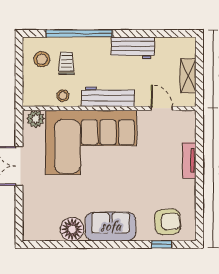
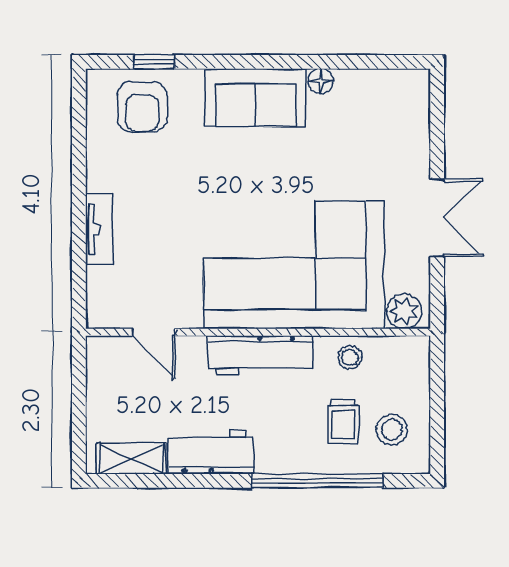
shelving: (188, 76) -> (131, 459), moved, turned 90
armchair: (168, 222) -> (142, 107), turned -86
floor lamp: (72, 229) -> (321, 81), width x0.53, depth x0.53

